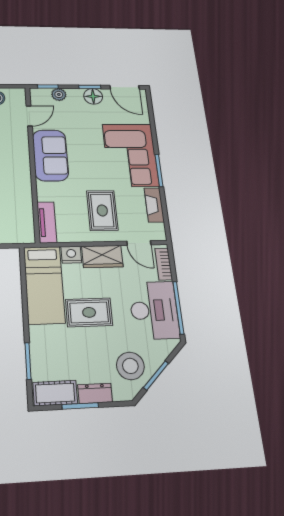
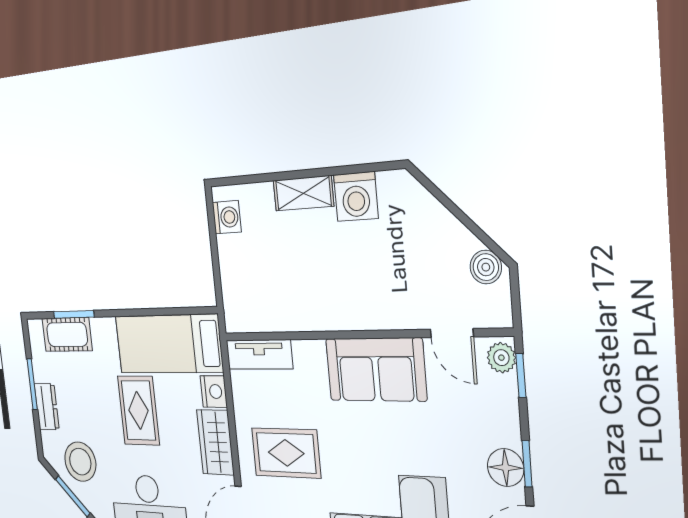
plant: (59, 94) -> (501, 358), moved
cot: (55, 393) -> (67, 334), moved, turned 90

